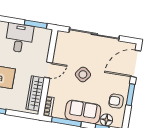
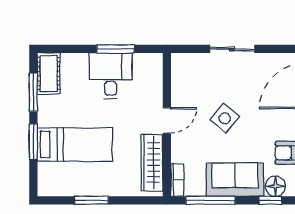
window: (36, 24) -> (116, 49), moved
sliding door: (94, 34) -> (232, 49), width x0.54

